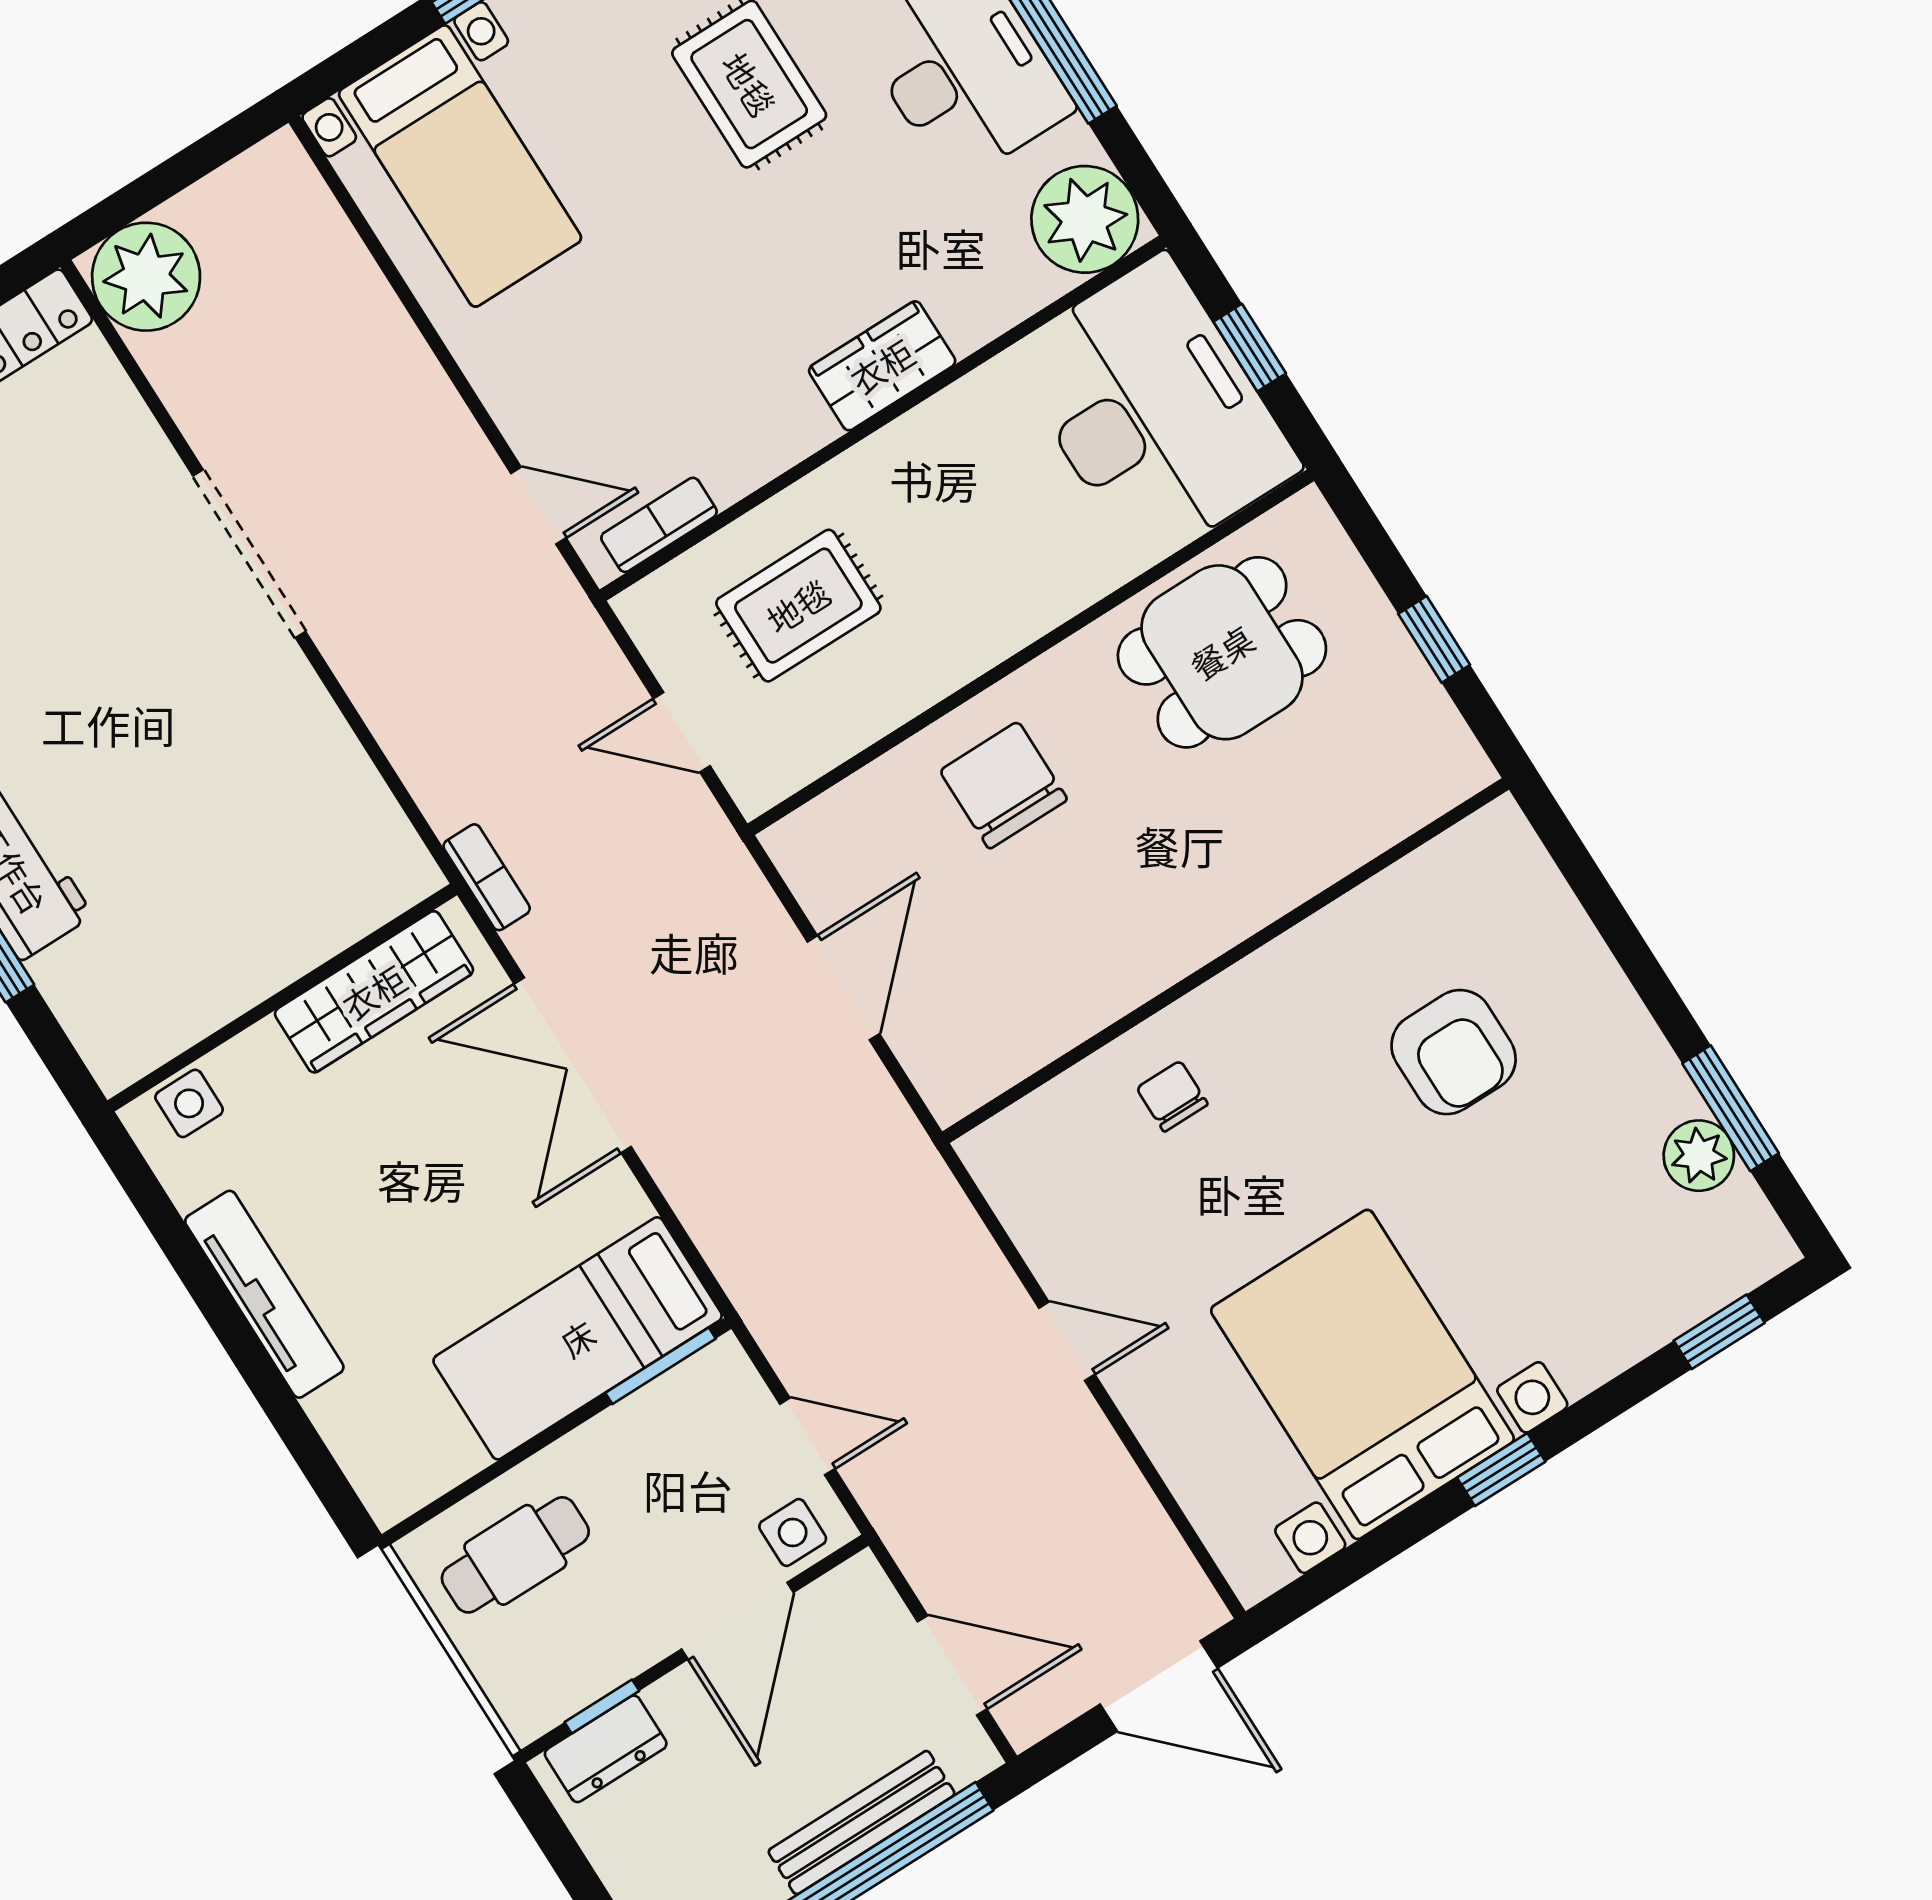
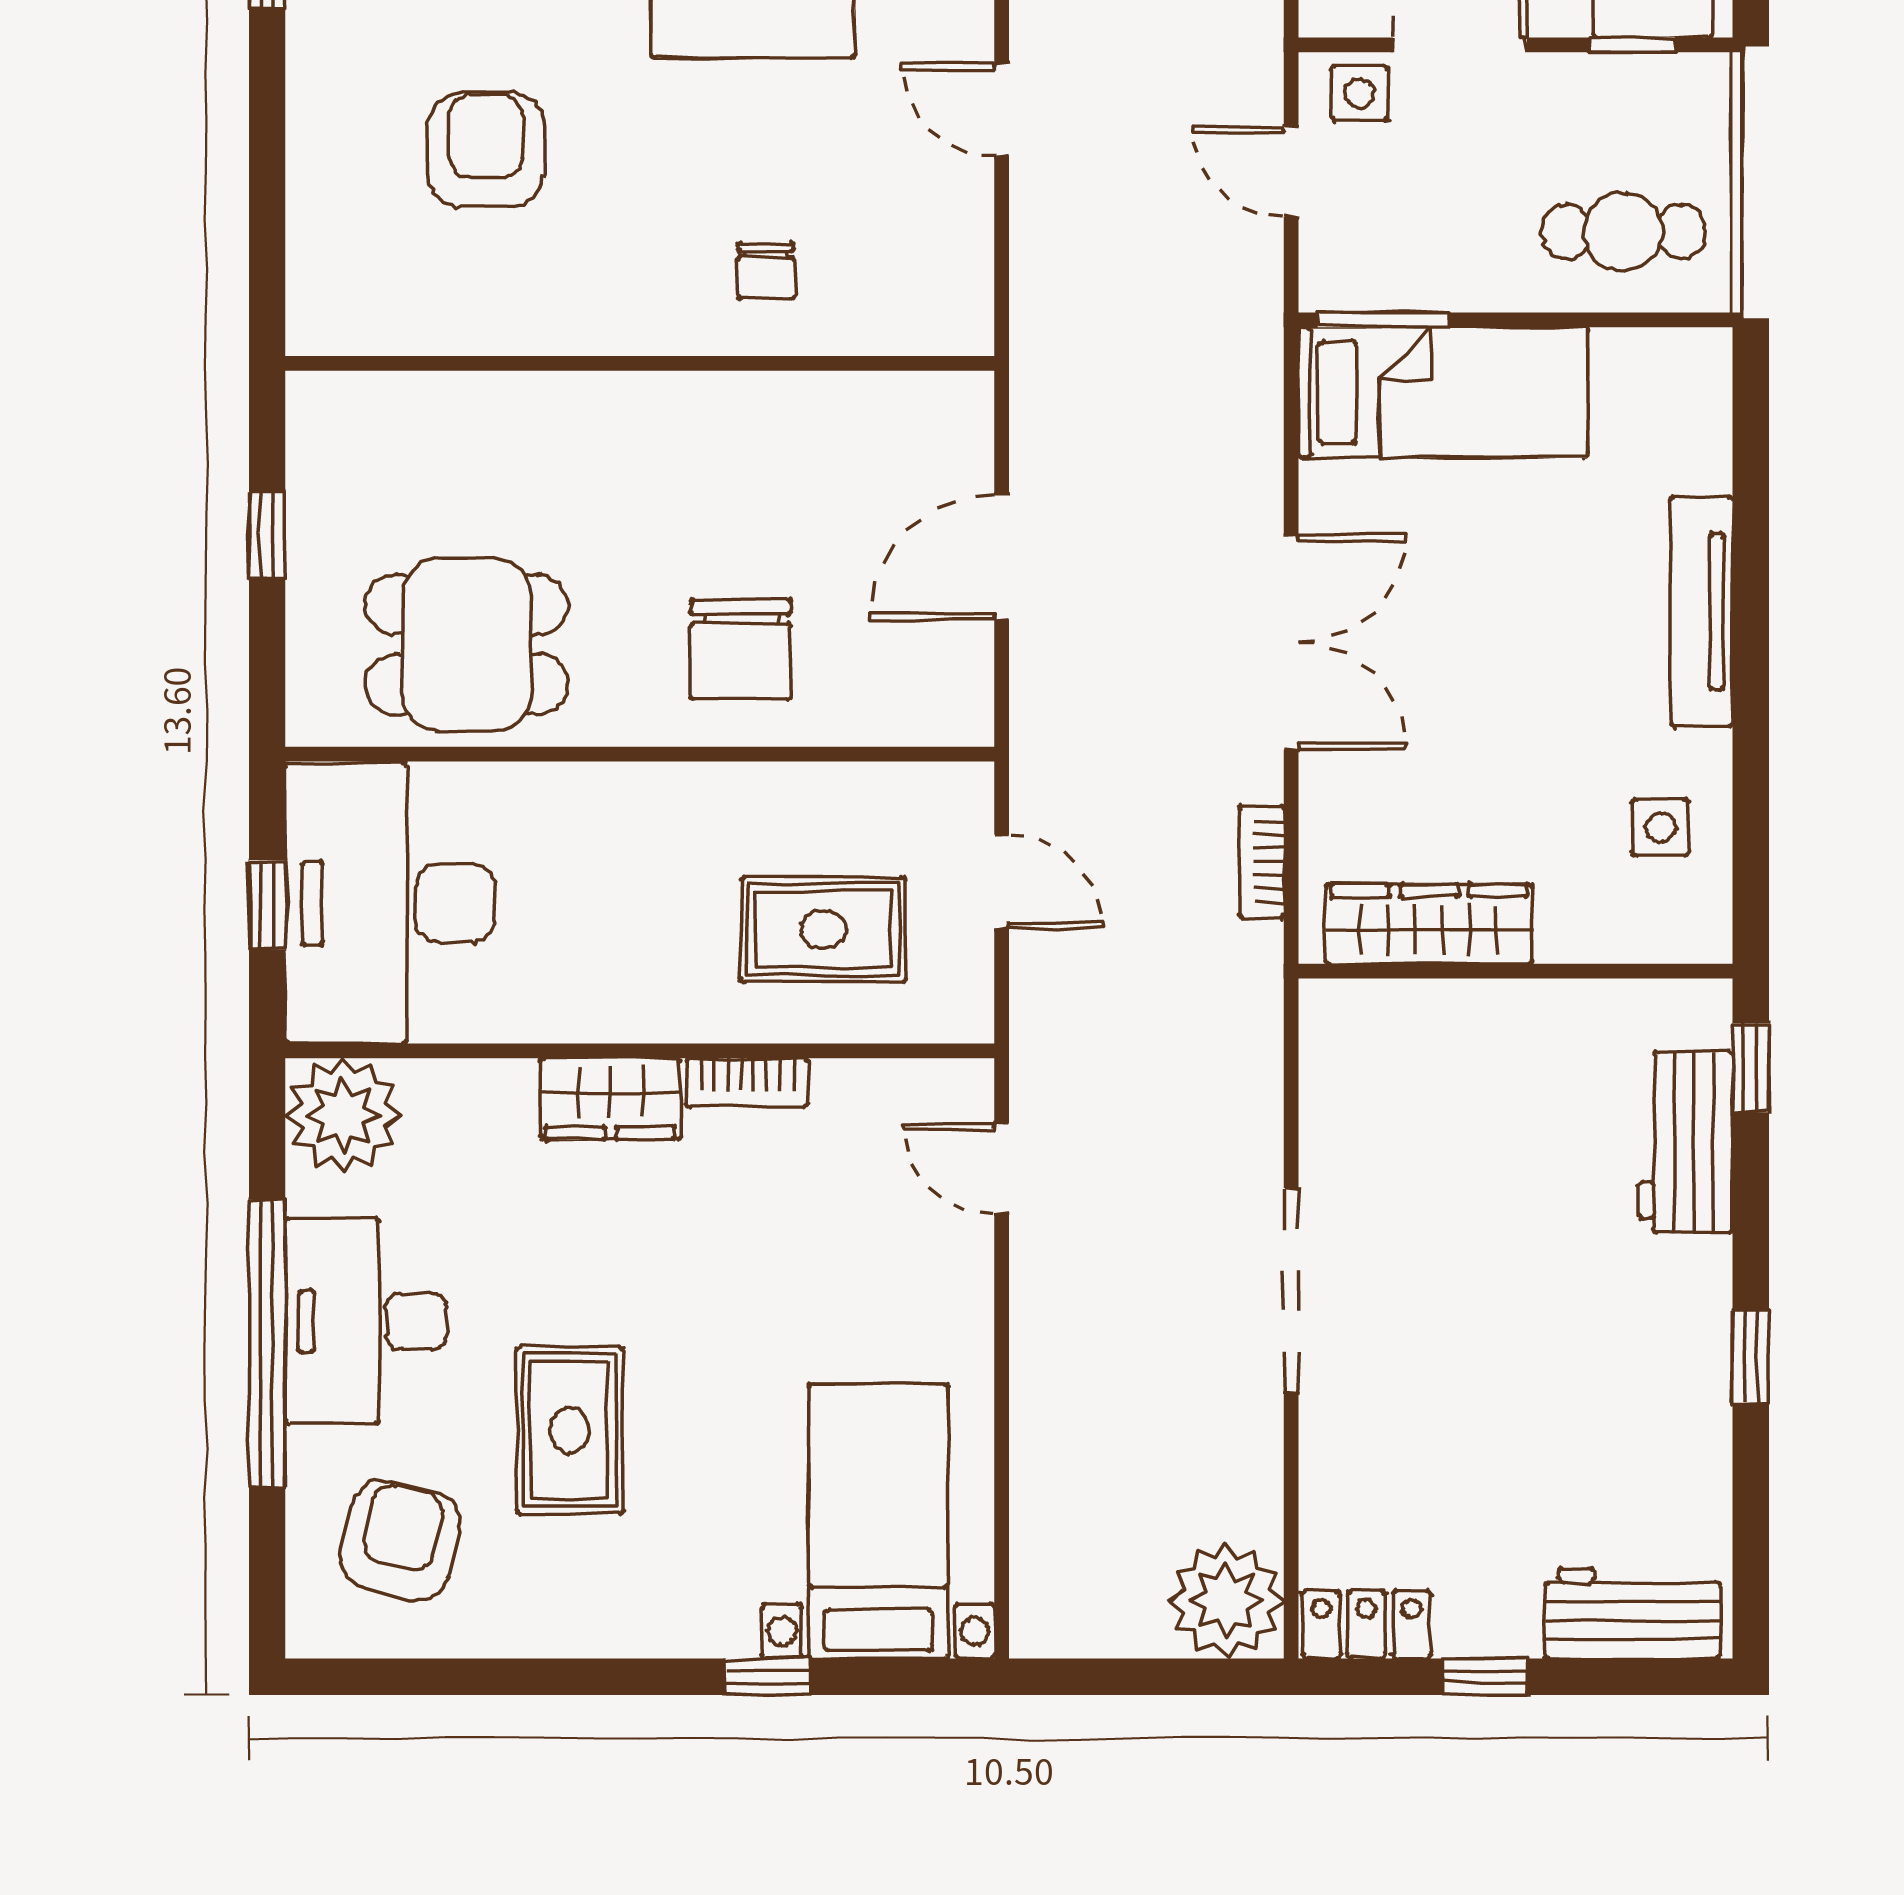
bookcase: (659, 525) -> (747, 1082), moved
wardrobe: (374, 992) -> (1429, 924), moved
wall: (282, 998) -> (1516, 971), moved

